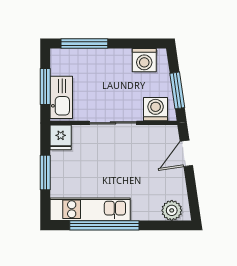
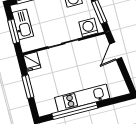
kitchen sink: (61, 97) -> (23, 24), moved
kitchen unit: (90, 209) -> (82, 98), moved
plant: (172, 210) -> (116, 90), removed

